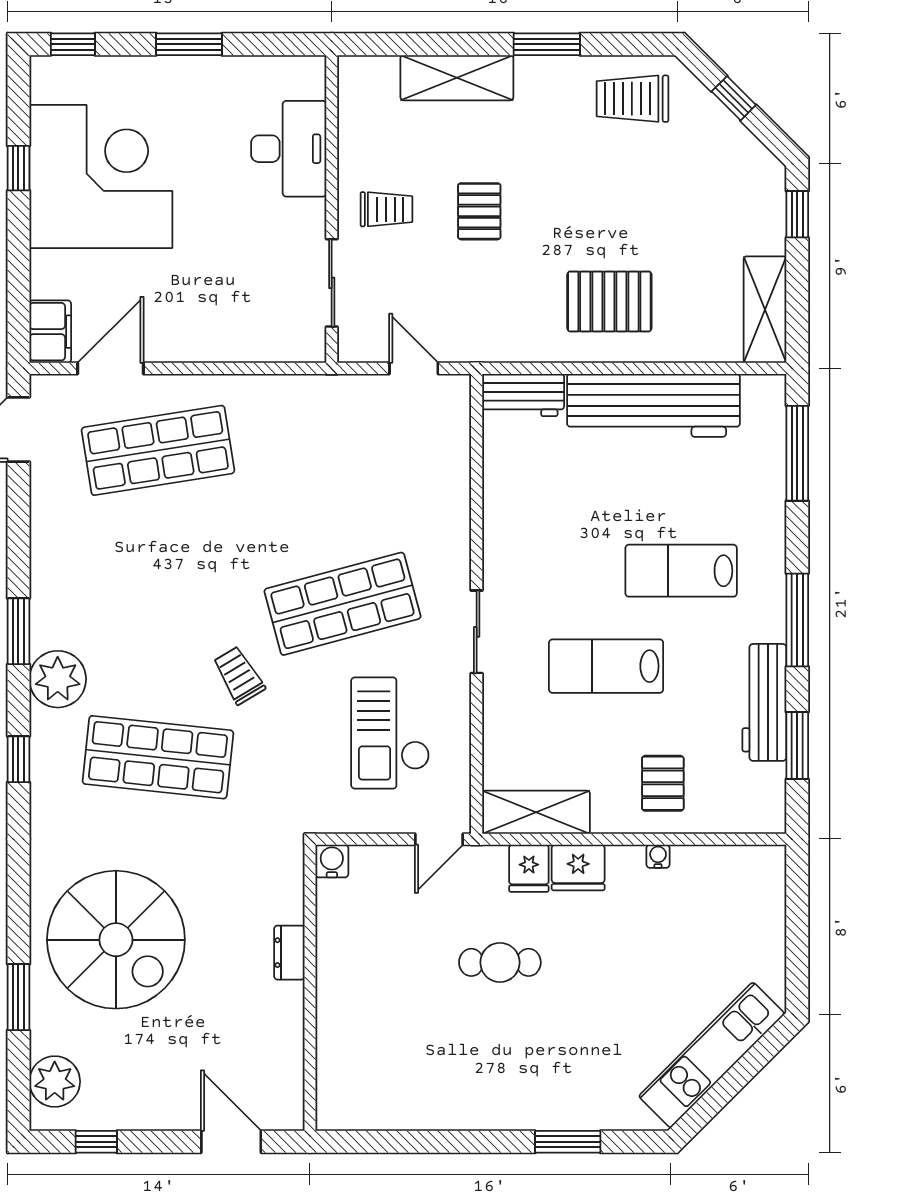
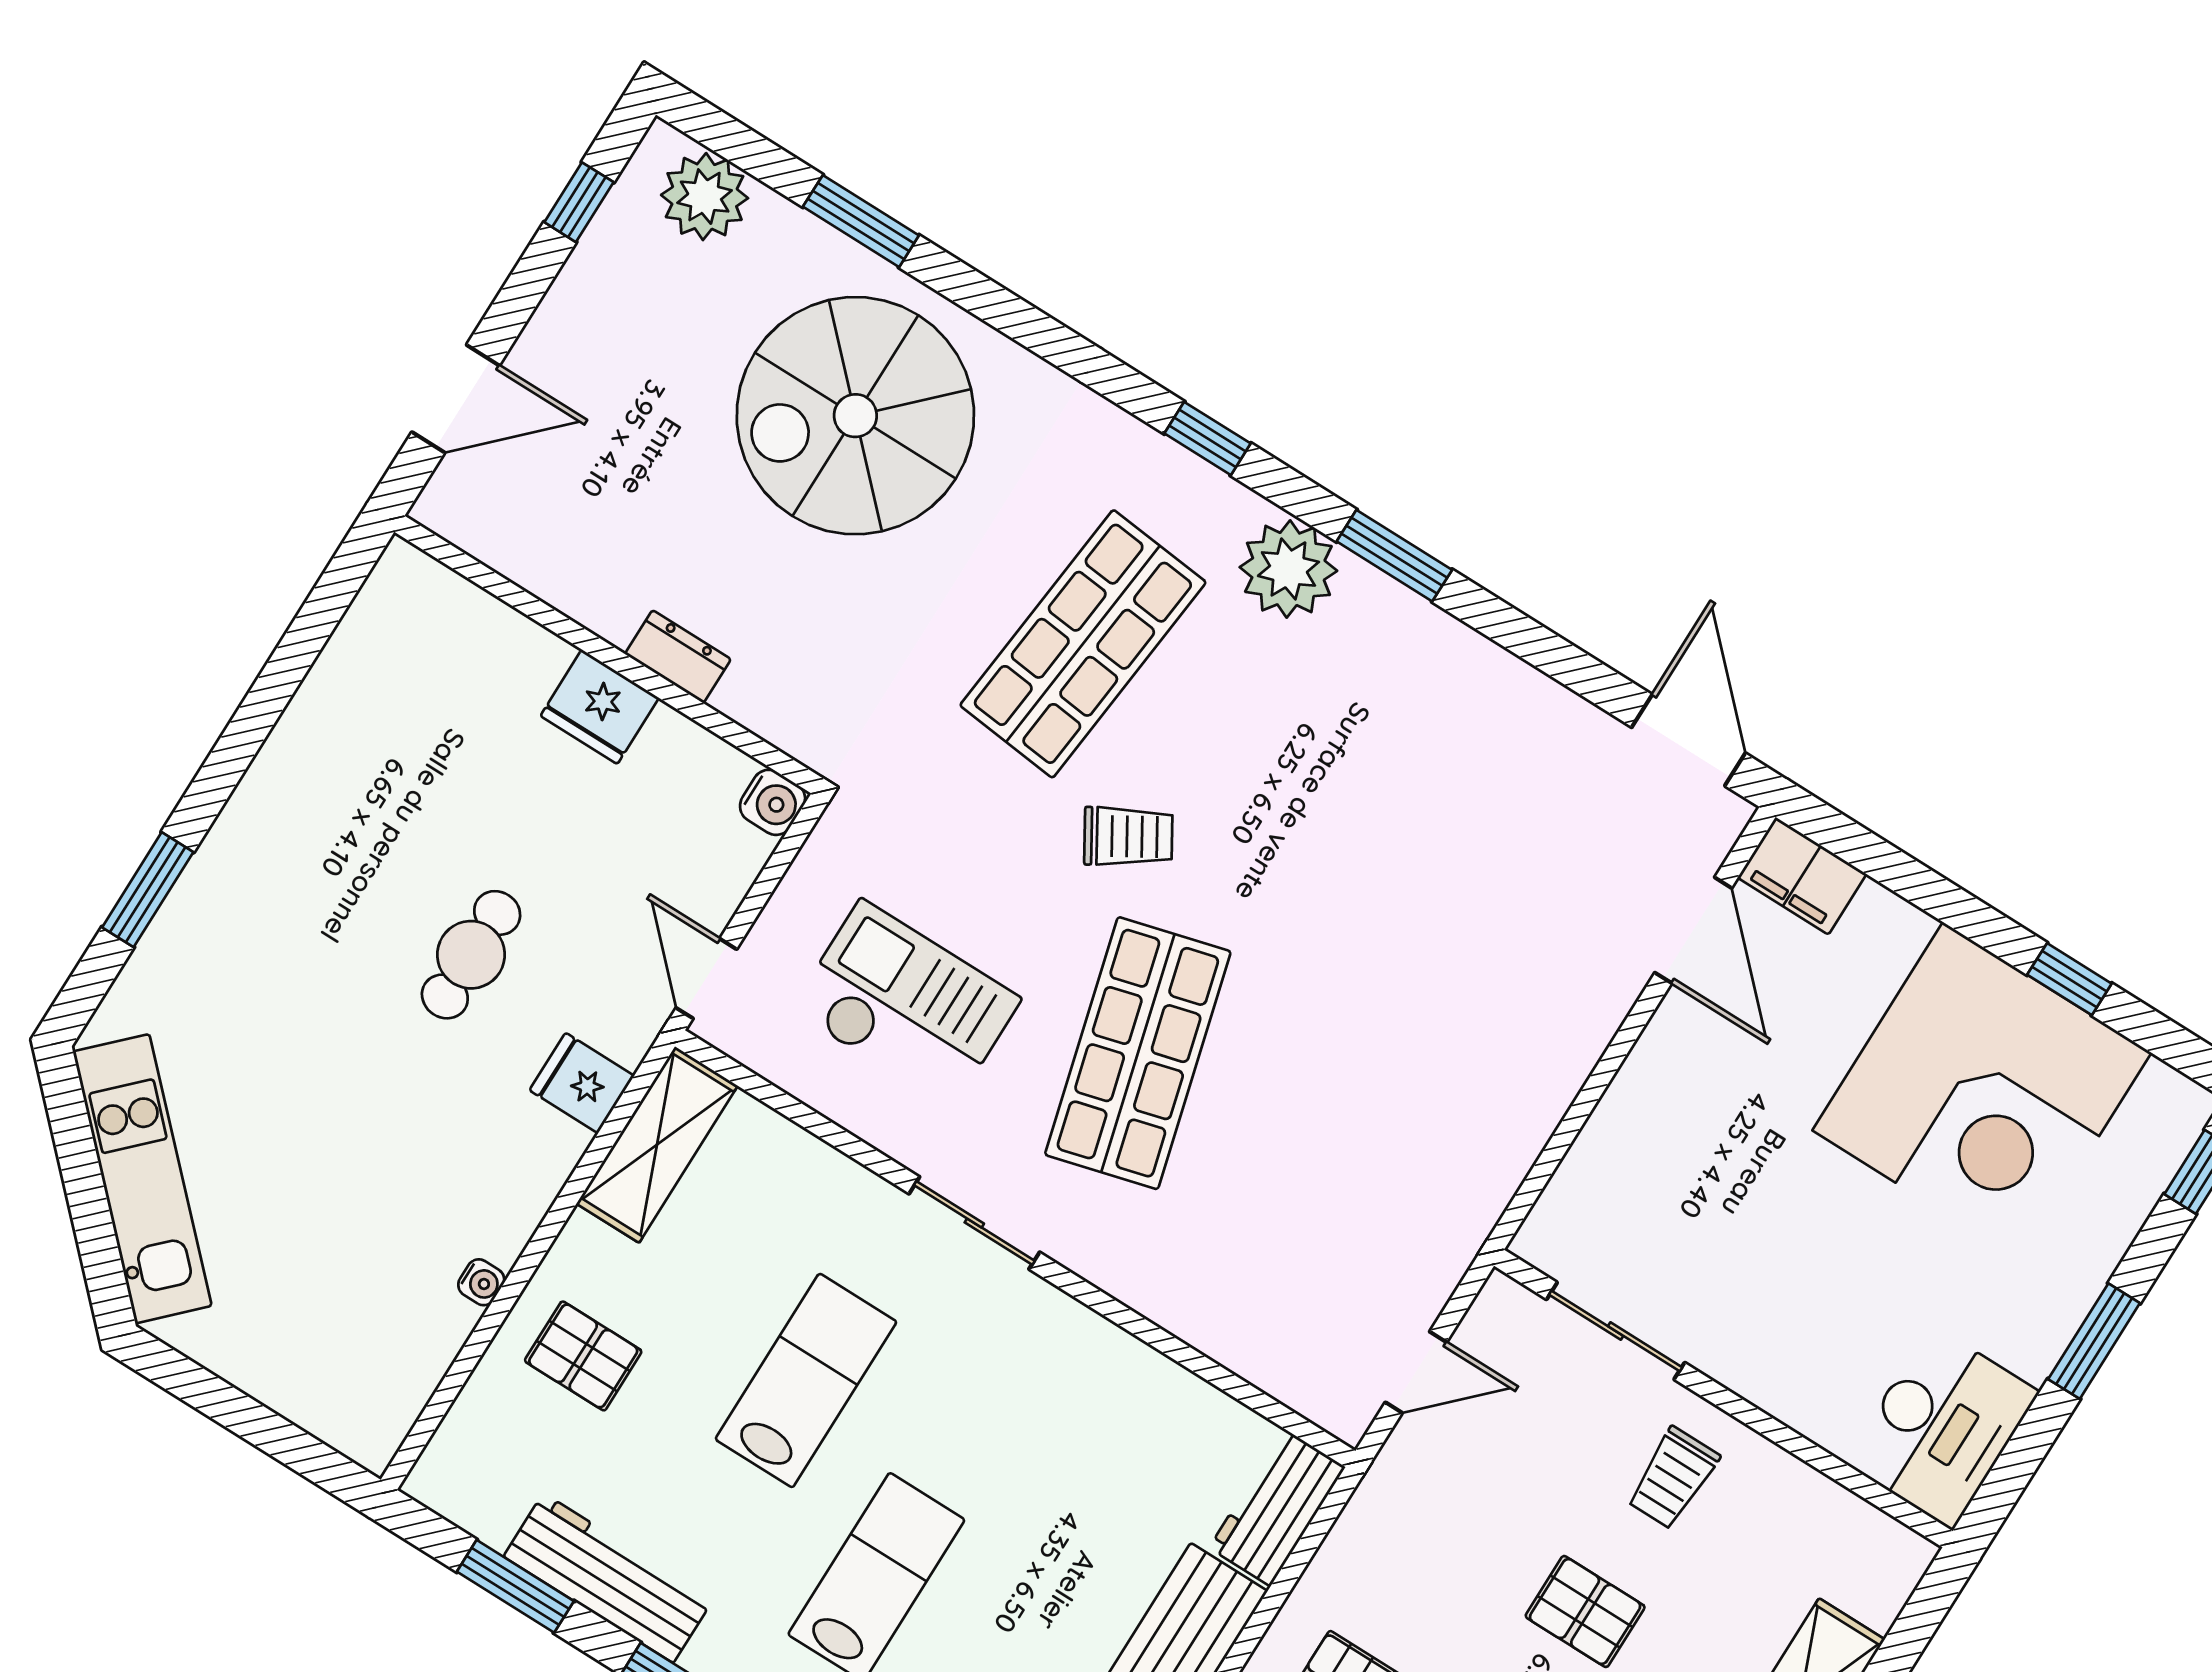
desk: (289, 149) -> (1942, 1427), moved, turned -90
shop shelf: (158, 450) -> (1530, 924), removed
fridge: (578, 867) -> (600, 707), moved, turned -90

